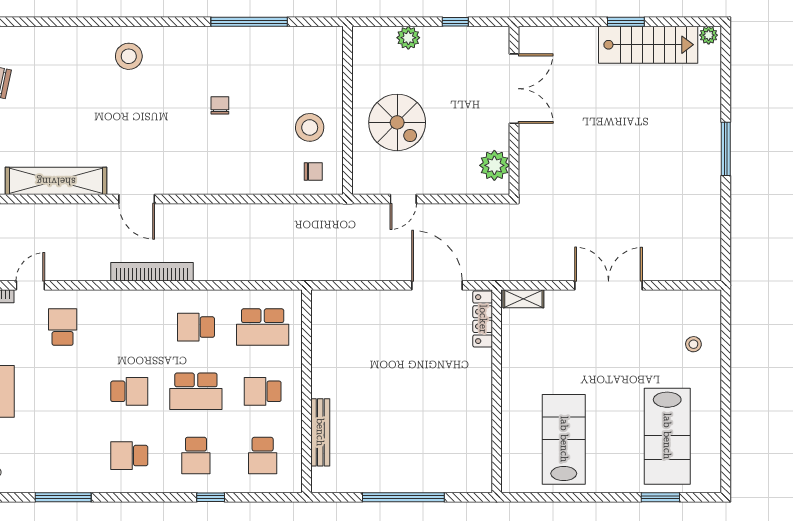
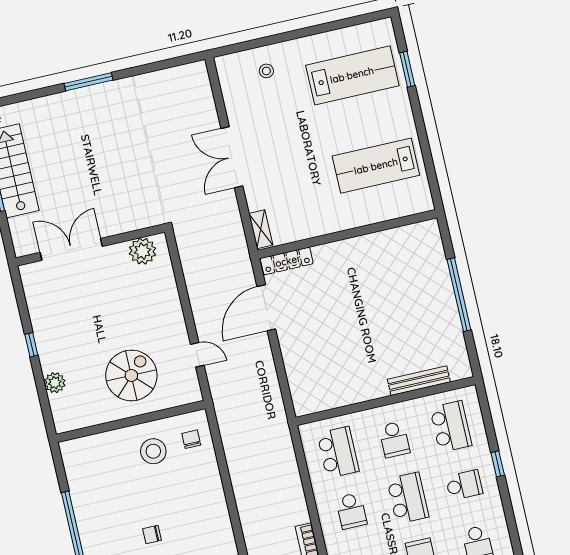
double door: (514, 89) -> (71, 249), moved
wall: (514, 110) -> (90, 245), moved
plant: (494, 165) -> (143, 251), moved
school desk: (263, 456) -> (451, 427), width x1.85

